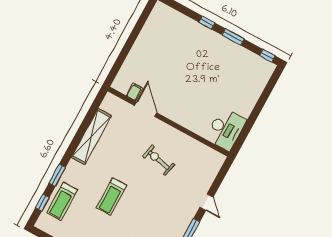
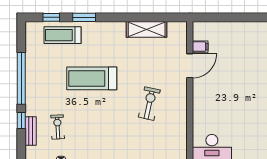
shelving: (91, 136) -> (147, 29), width x0.68
treadmill: (112, 197) -> (92, 78), width x1.37, depth x1.38

